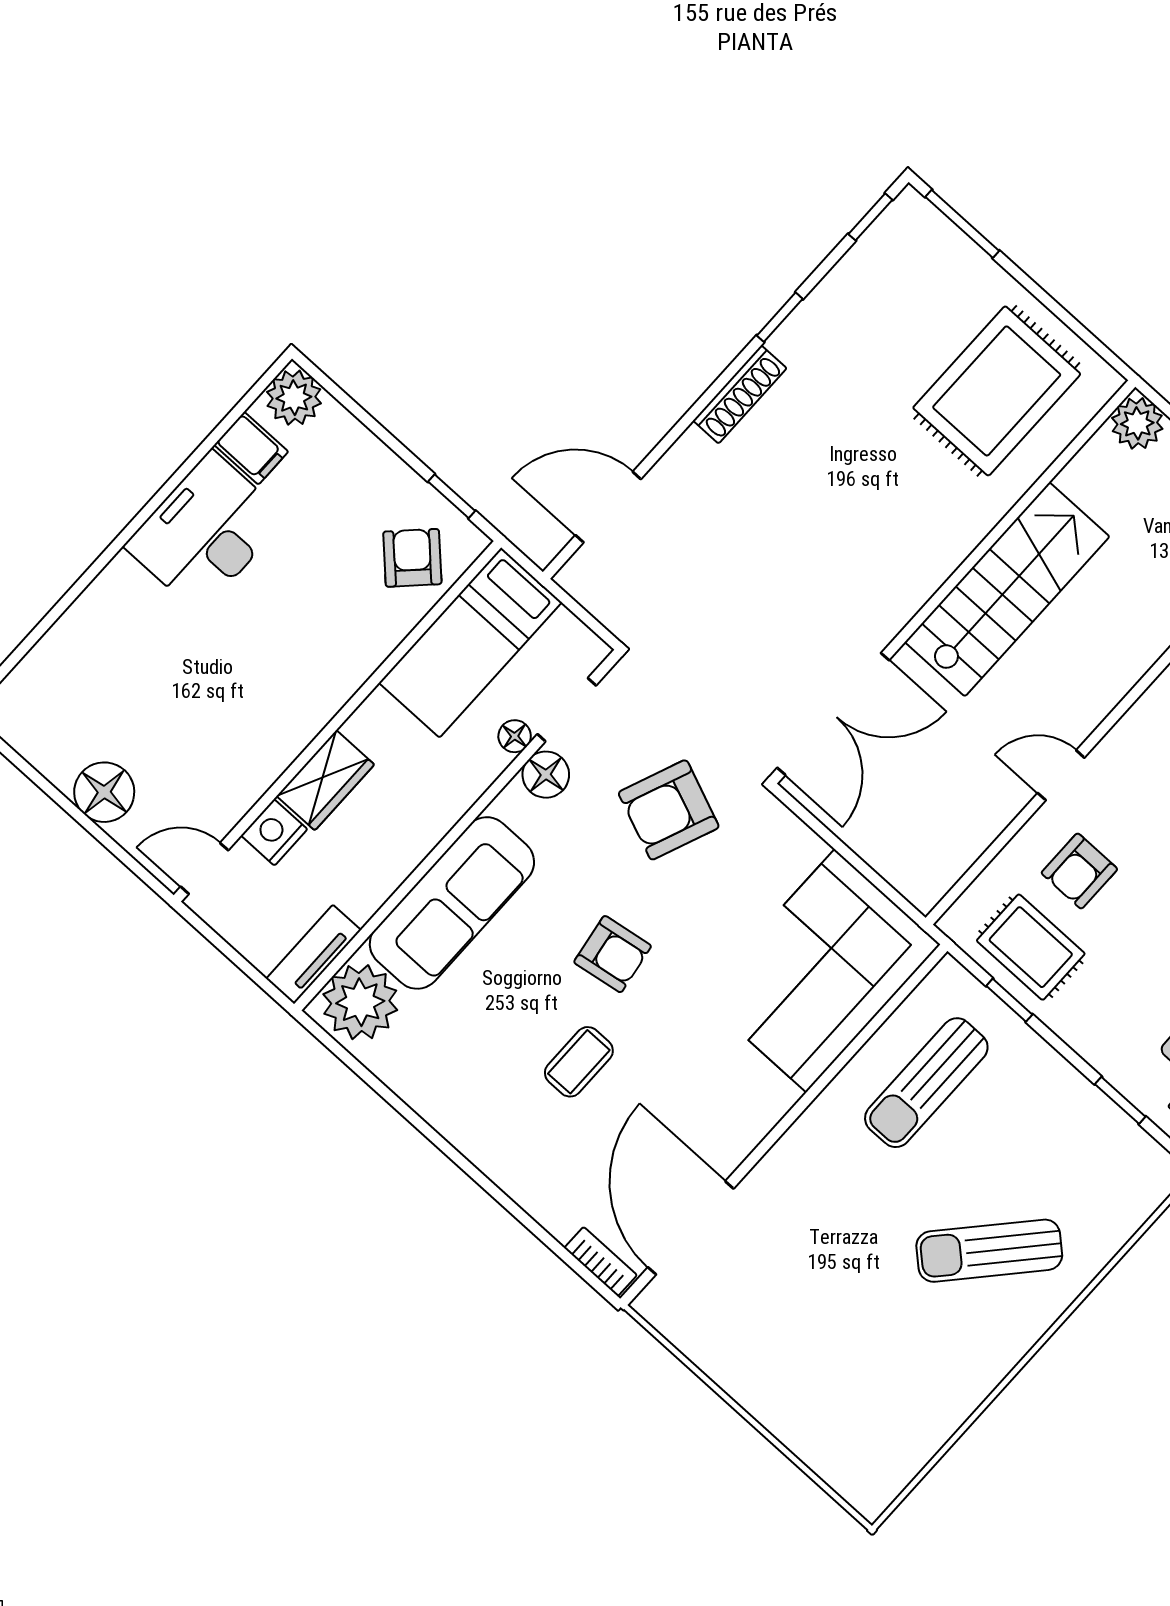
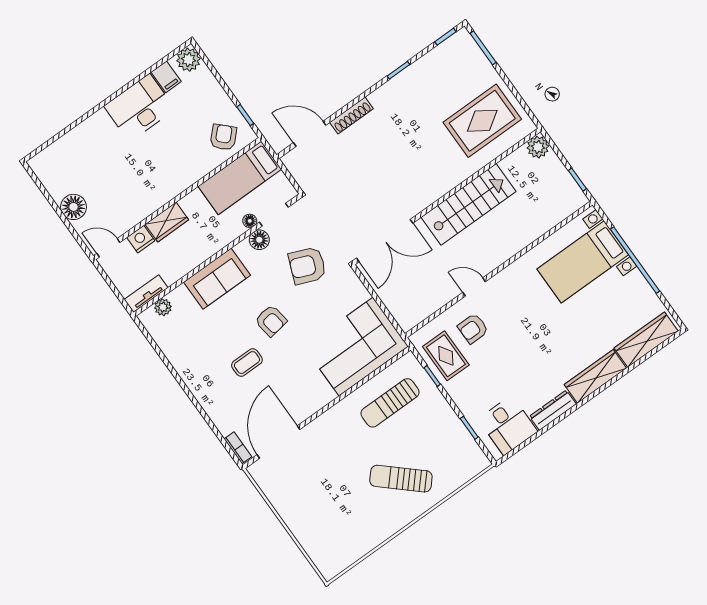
shoe rack: (740, 394) -> (351, 116), moved
sofa: (452, 903) -> (217, 279), width x0.73
plant: (360, 1002) -> (163, 307), width x0.53, depth x0.53

